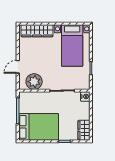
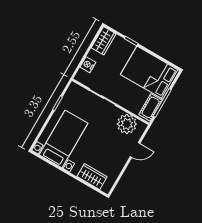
wardrobe: (37, 31) -> (92, 177), width x0.67
nightstand: (85, 97) -> (88, 65), moved
cot: (24, 103) -> (151, 107), added

